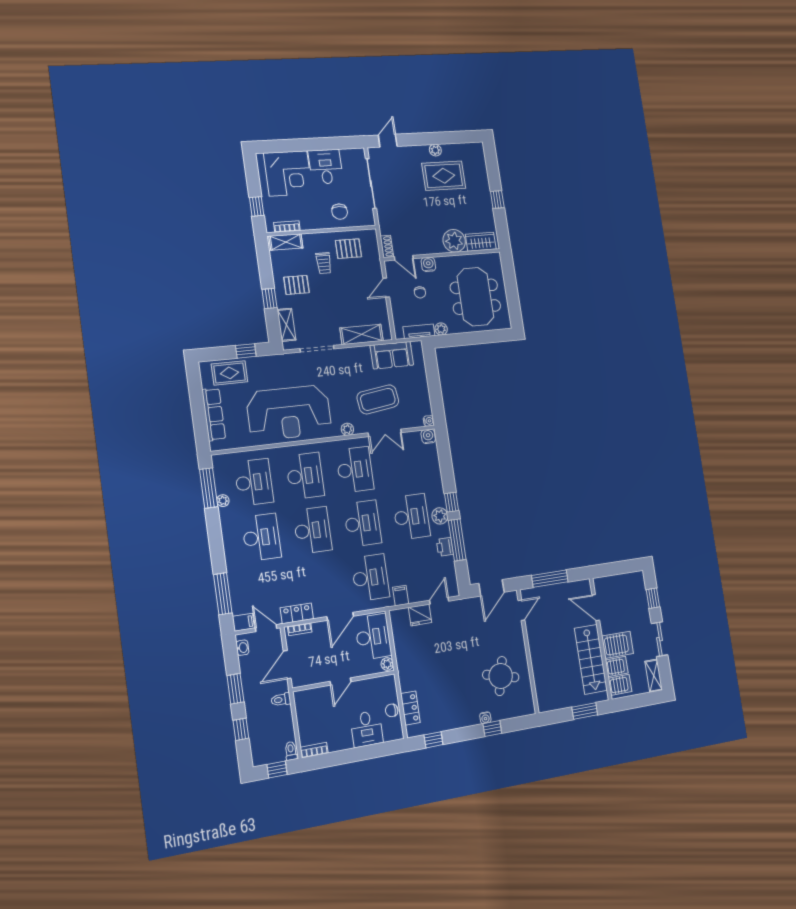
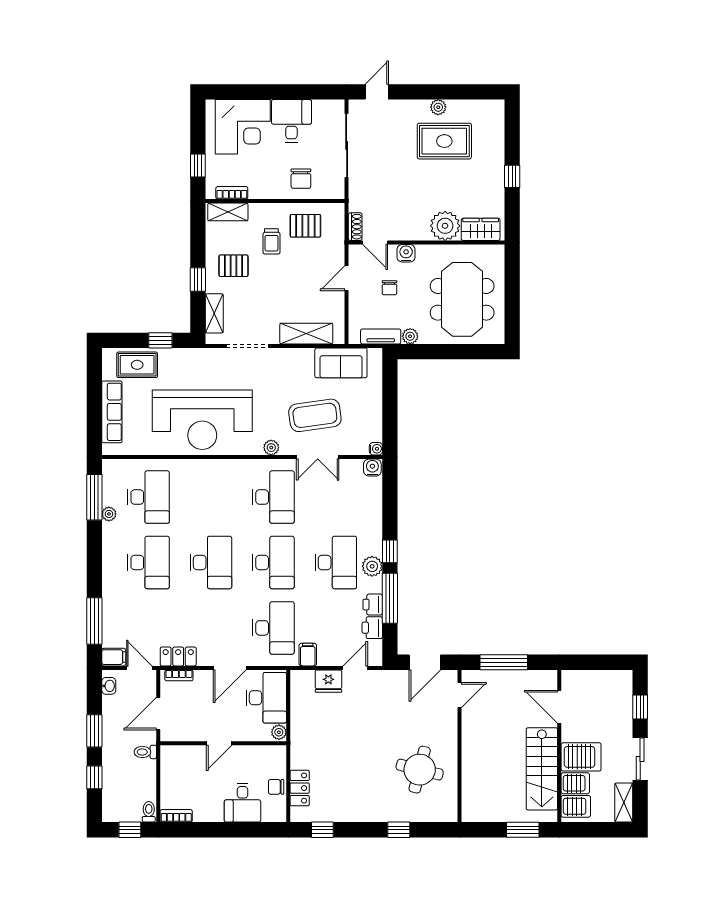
desk: (305, 476) -> (211, 497), removed
printer: (447, 566) -> (372, 628), added
water cooler: (485, 718) -> (392, 816), removed

